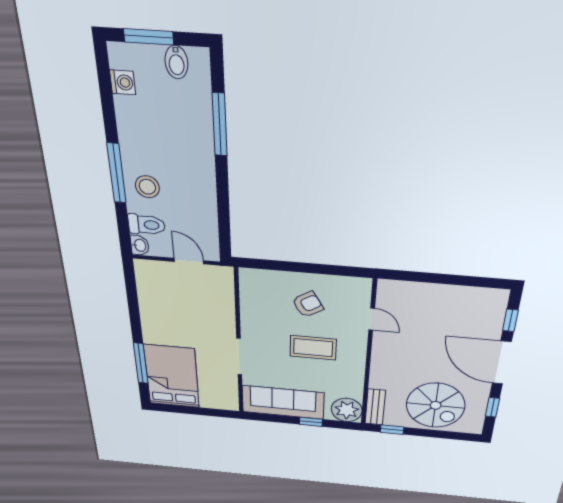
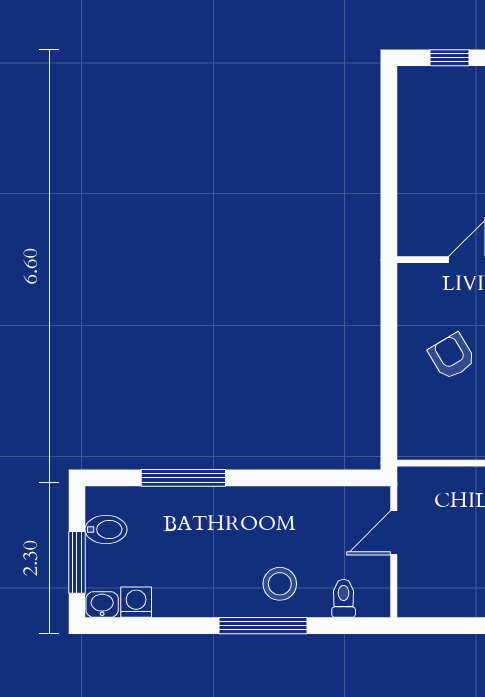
toilet: (147, 225) -> (344, 598), width x0.73, depth x0.72
washbasin: (140, 245) -> (102, 604), moved

